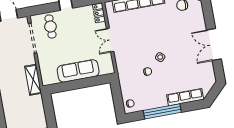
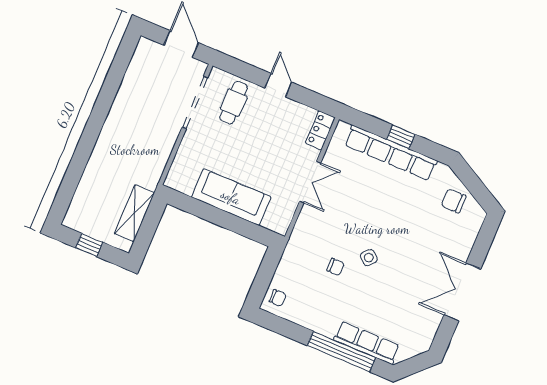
double door: (110, 40) -> (310, 182), swing flipped
shelving: (33, 80) -> (134, 213), moved
window: (162, 111) -> (341, 352), moved

